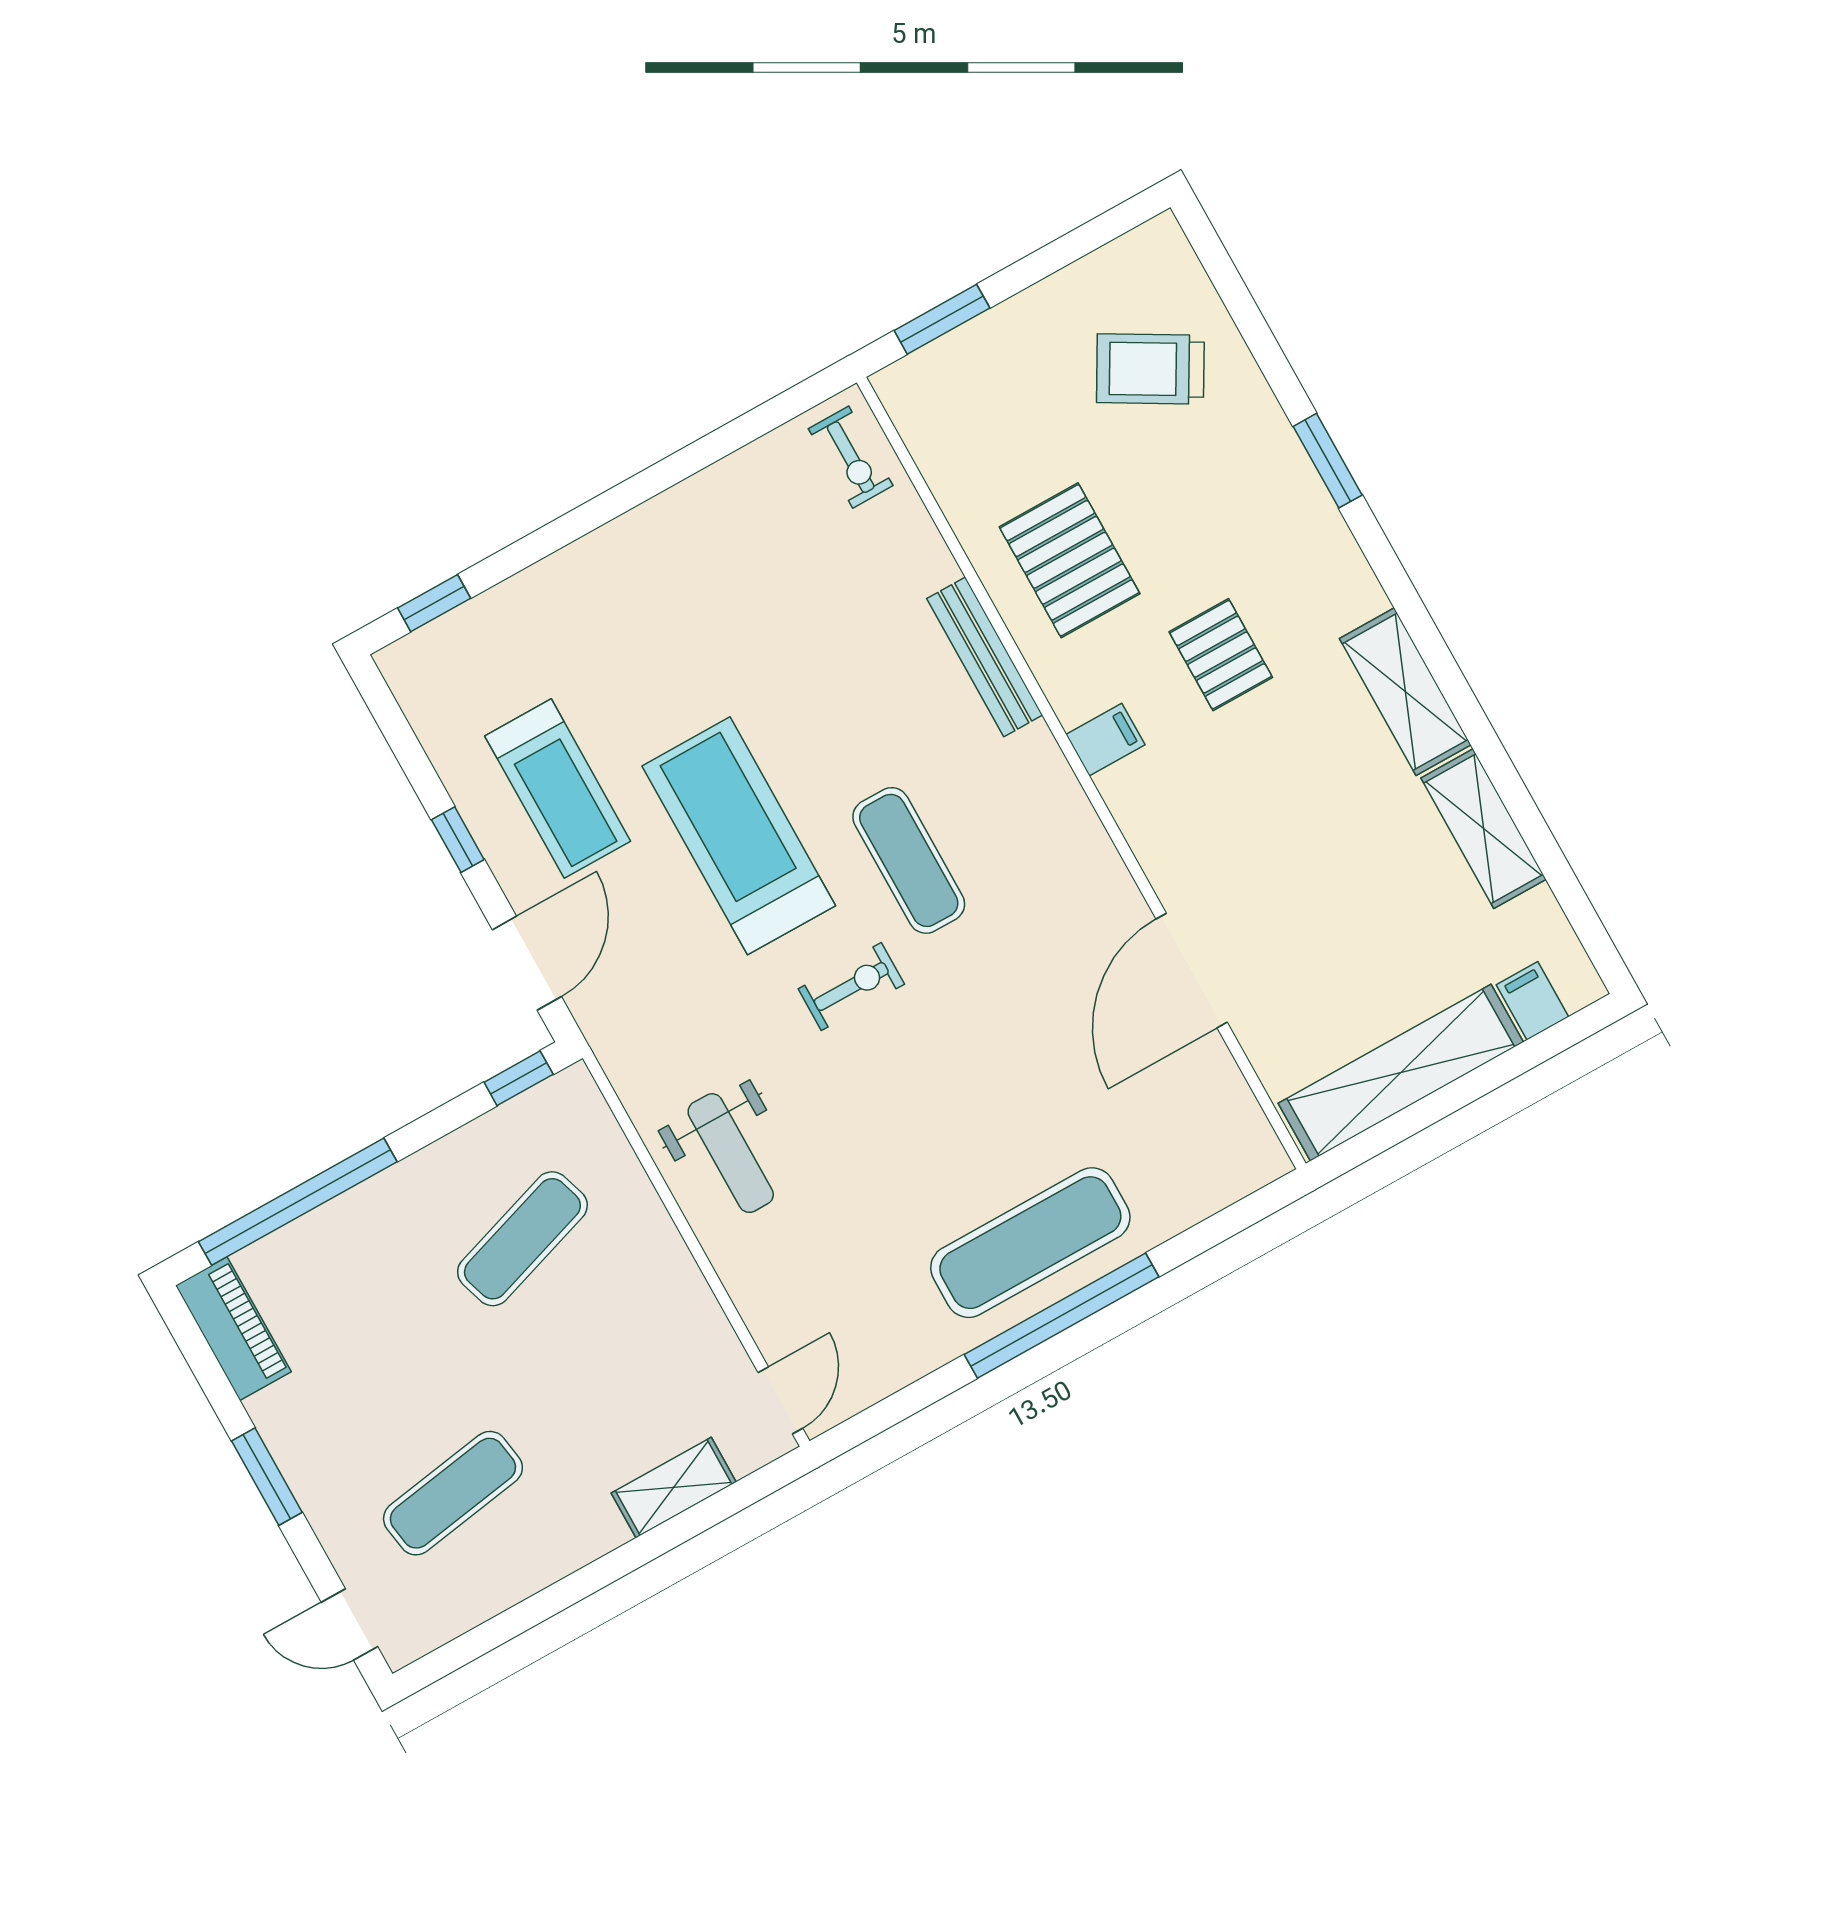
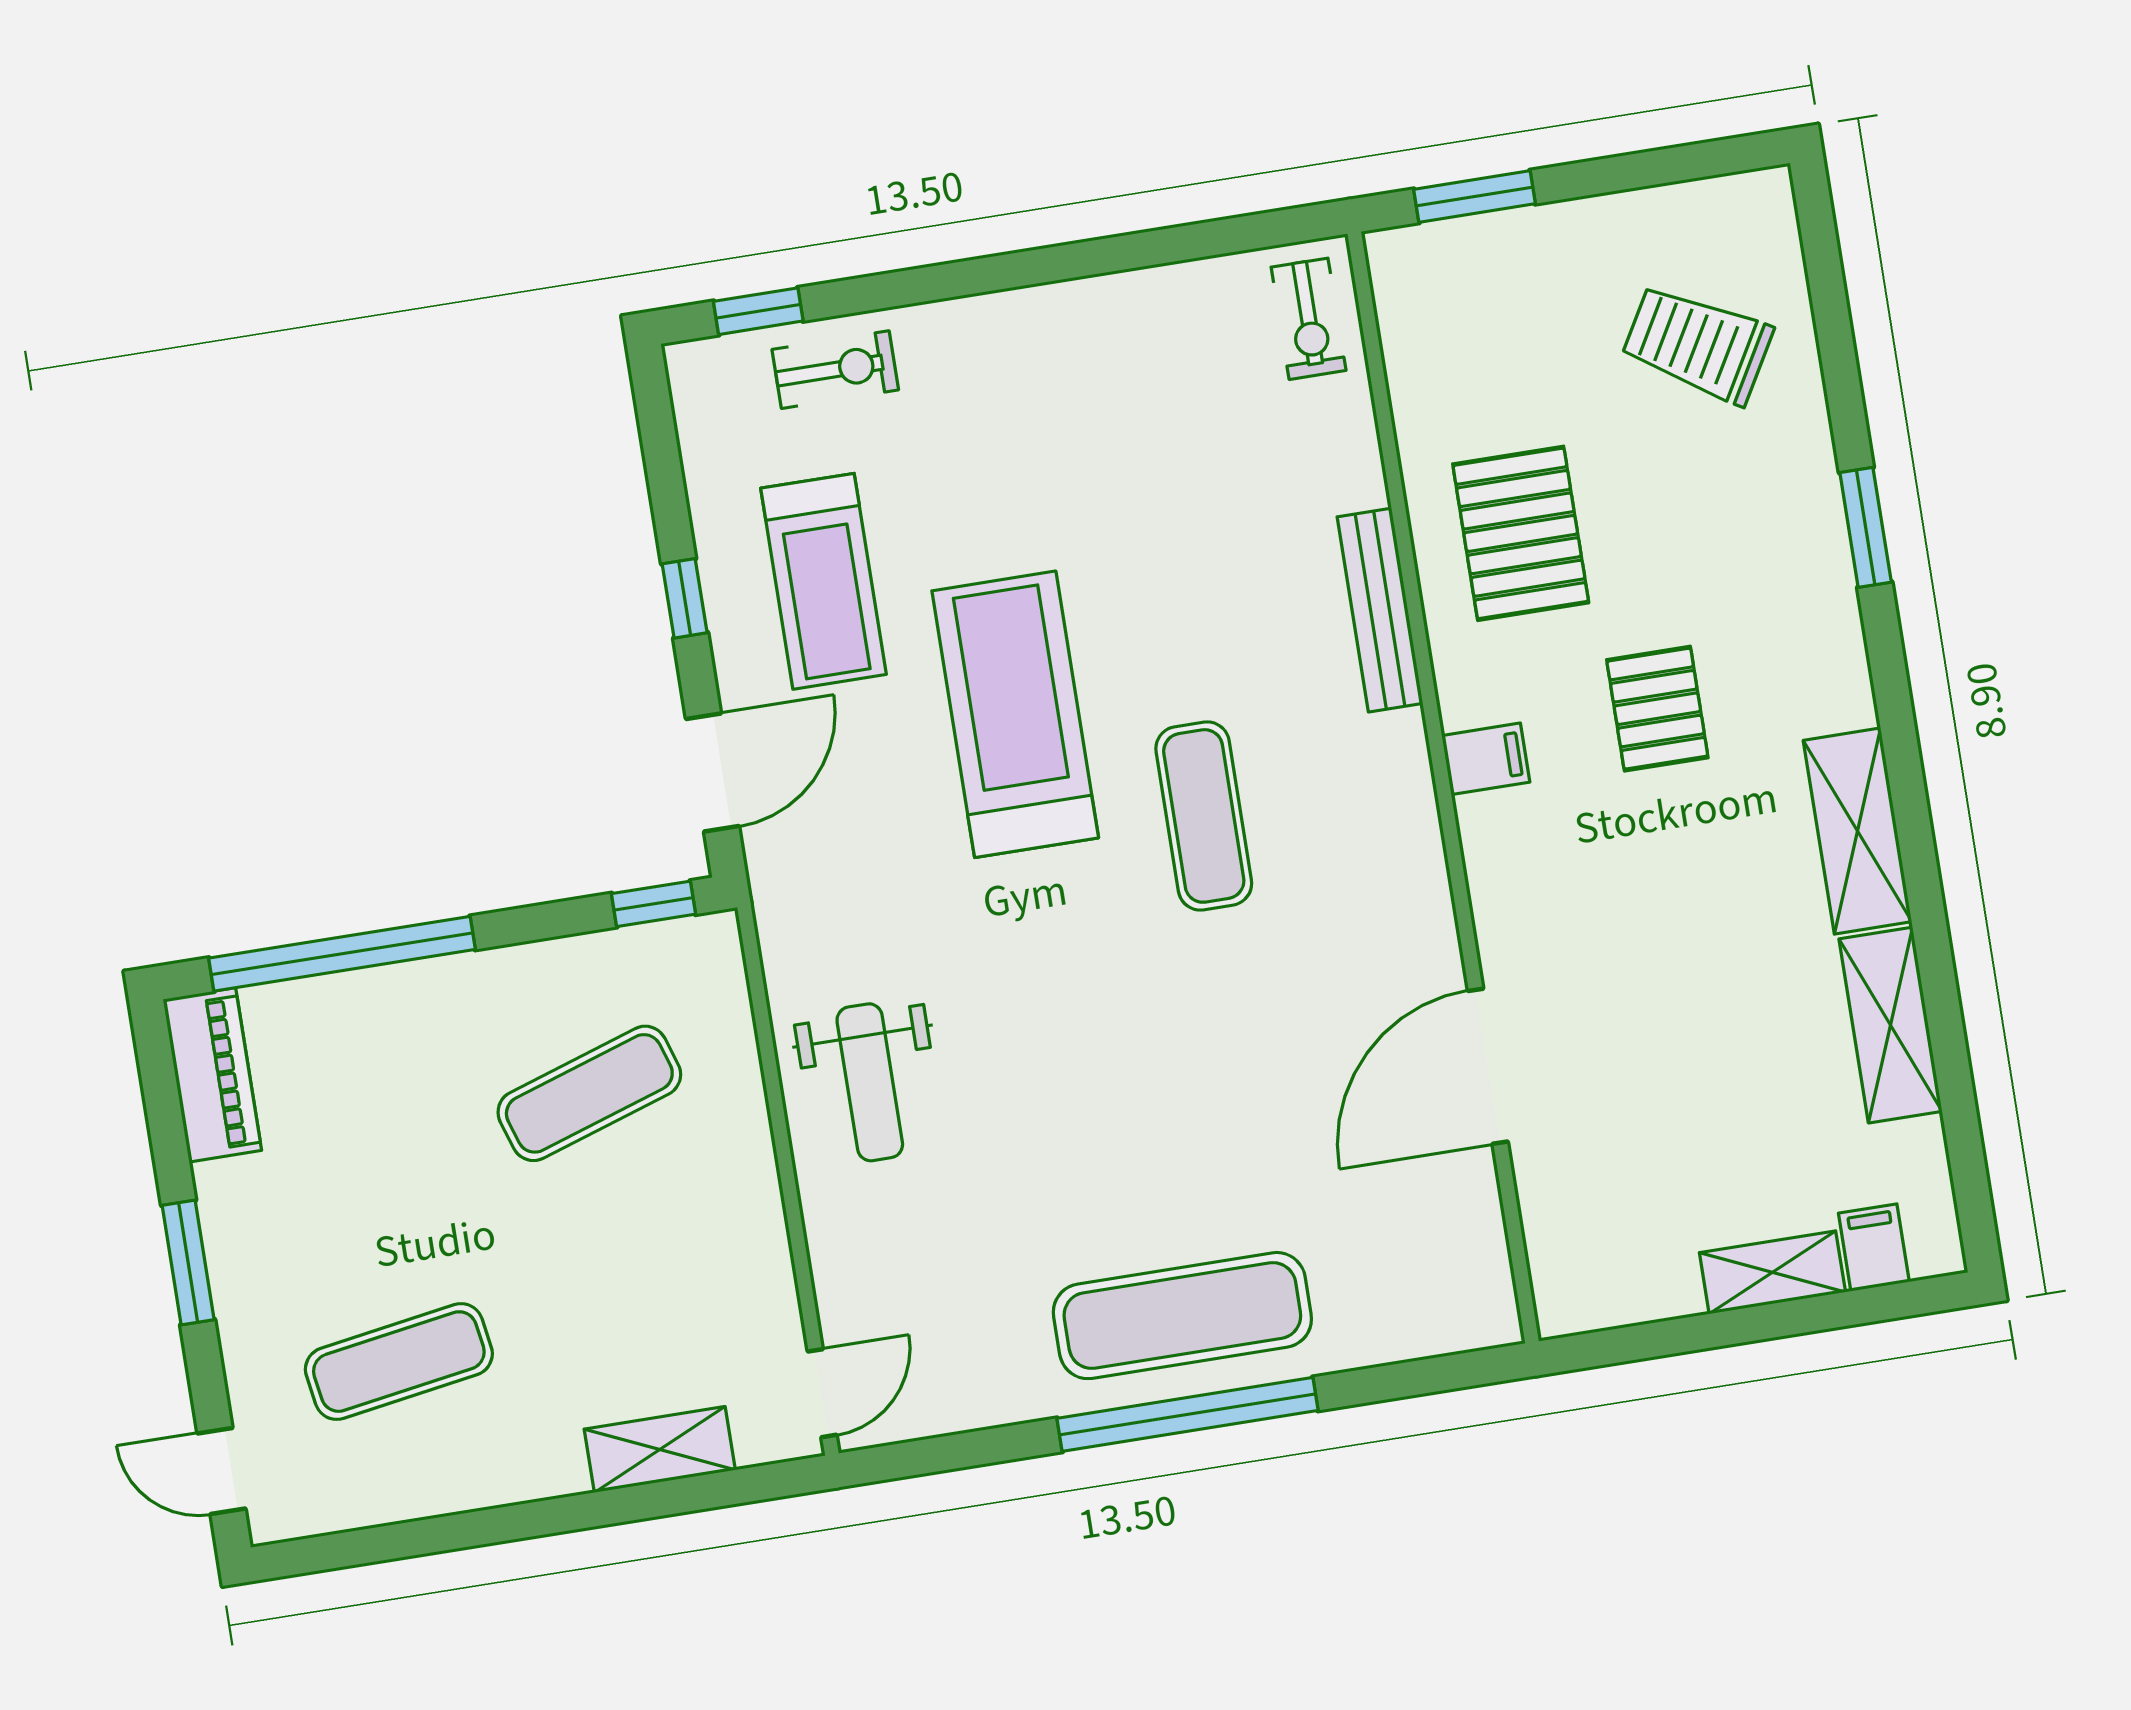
exercise bike: (851, 987) -> (835, 370), moved
shelving: (1401, 1073) -> (1772, 1272), width x0.45, depth x0.75

